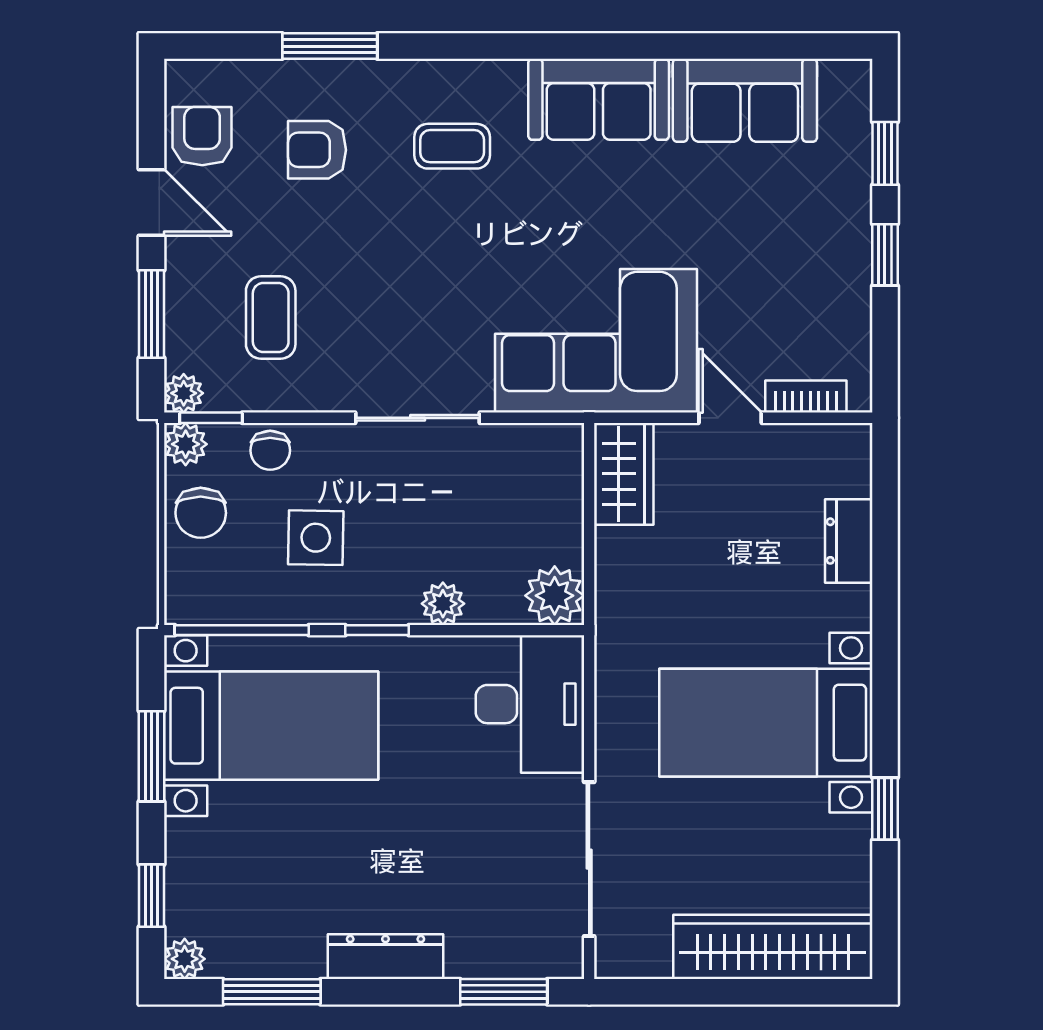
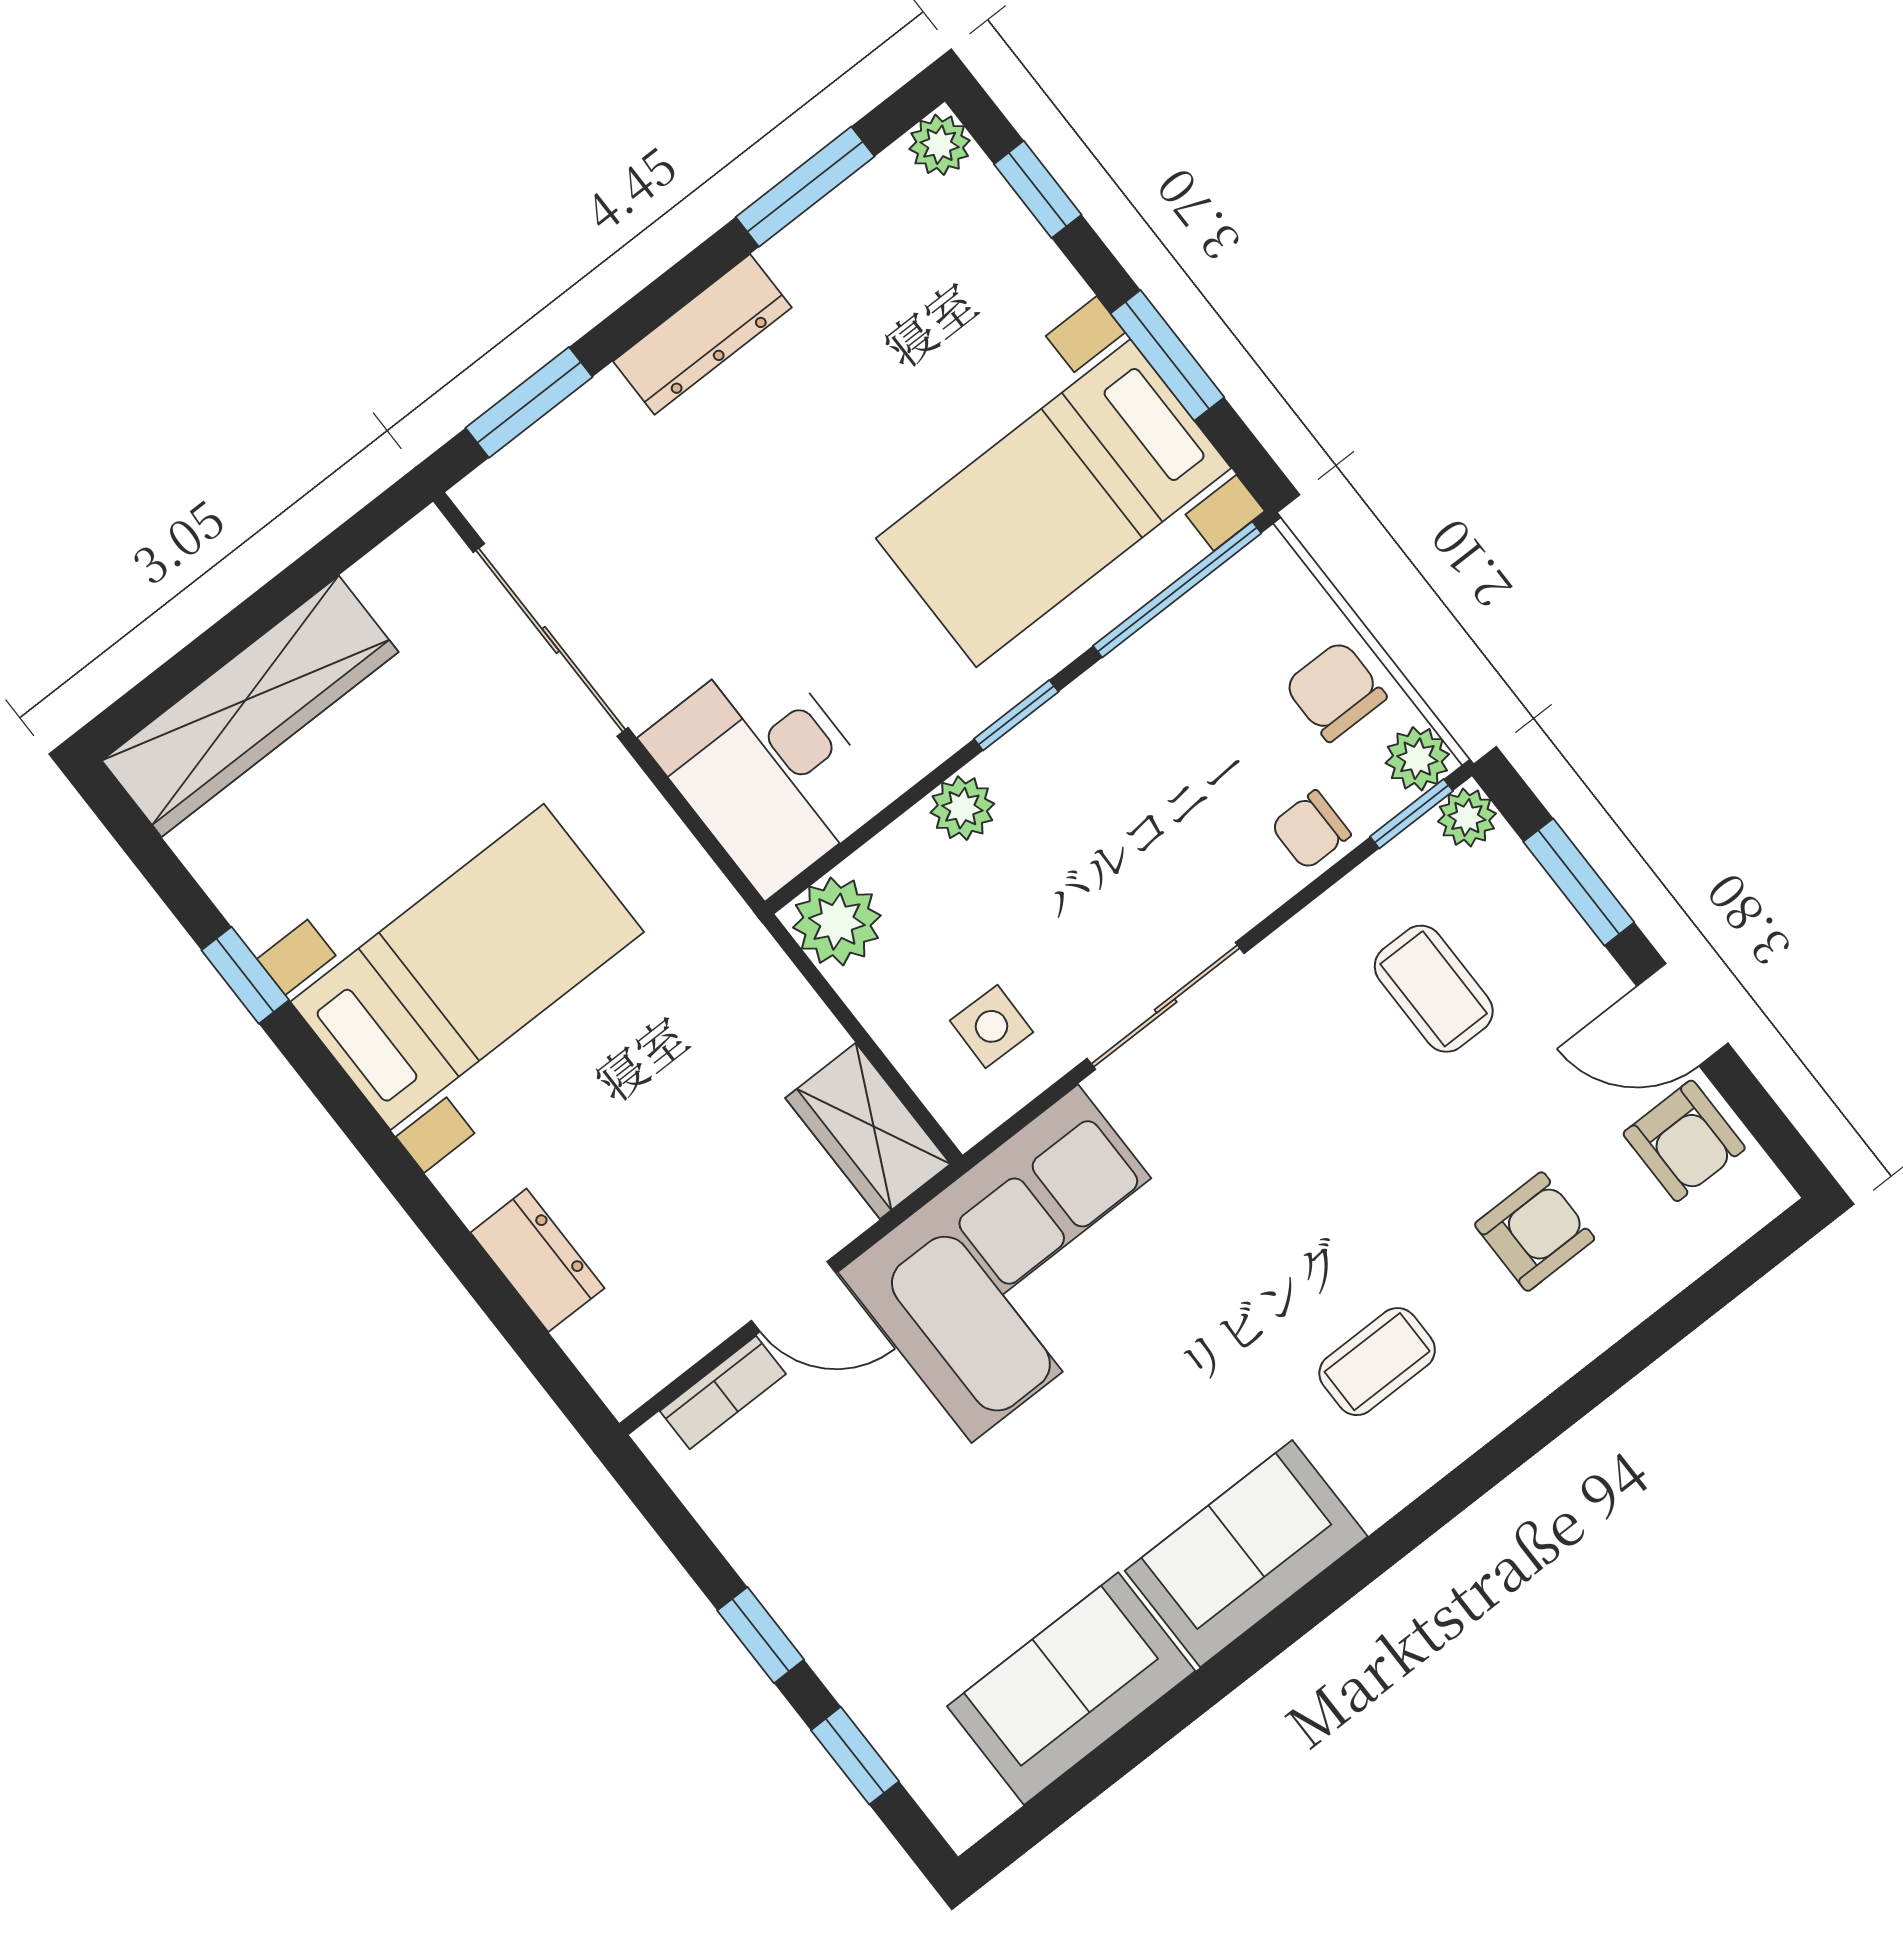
window: (330, 46) -> (1616, 1367), removed
chair: (270, 450) -> (1311, 830), turned -90
side table: (316, 538) -> (992, 1026), moved, width x0.73, depth x0.73

